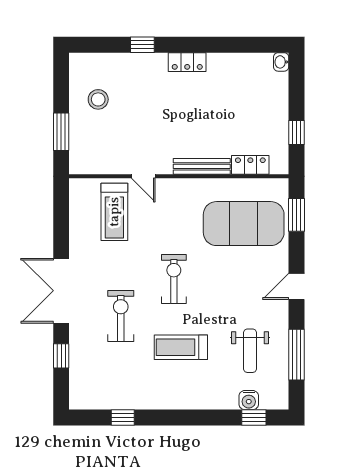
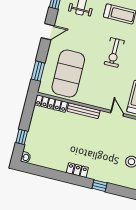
window: (297, 132) -> (22, 137), moved
locker: (250, 165) -> (51, 104), width x1.53
exercise mat: (244, 224) -> (68, 73), turned 90

